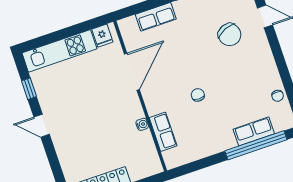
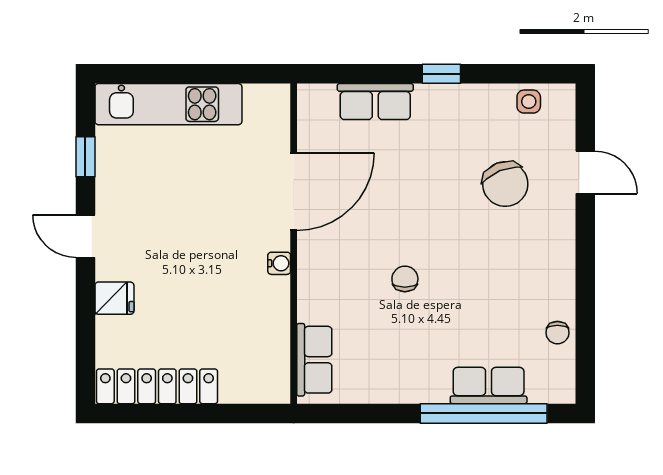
fridge: (102, 36) -> (114, 298), moved, turned -90
water cooler: (142, 124) -> (279, 263), moved
row of seats: (163, 132) -> (314, 360), moved

